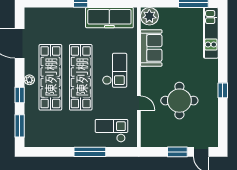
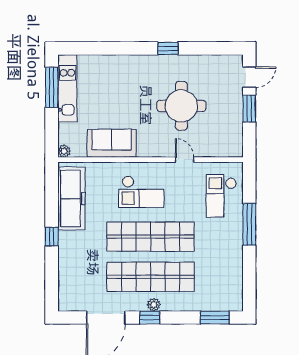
plant: (149, 16) -> (64, 151), width x0.53, depth x0.53
kitchen unit: (211, 33) -> (67, 88), moved, turned -90
checkout: (115, 70) -> (141, 192), turned 180
window: (20, 95) -> (150, 318), moved
door: (139, 103) -> (185, 160), hinge flipped

